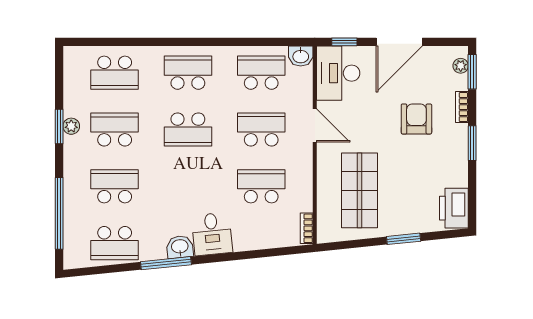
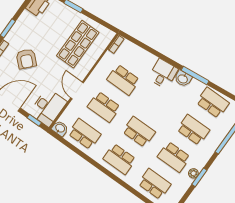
school desk: (261, 73) -> (84, 134), turned 180
armchair: (416, 119) -> (26, 59), turned -47
school desk: (115, 186) -> (193, 130), turned 180

